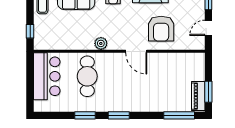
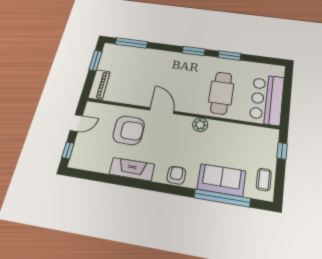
armchair: (161, 29) -> (129, 130), turned 90
piano: (198, 96) -> (99, 85), moved

